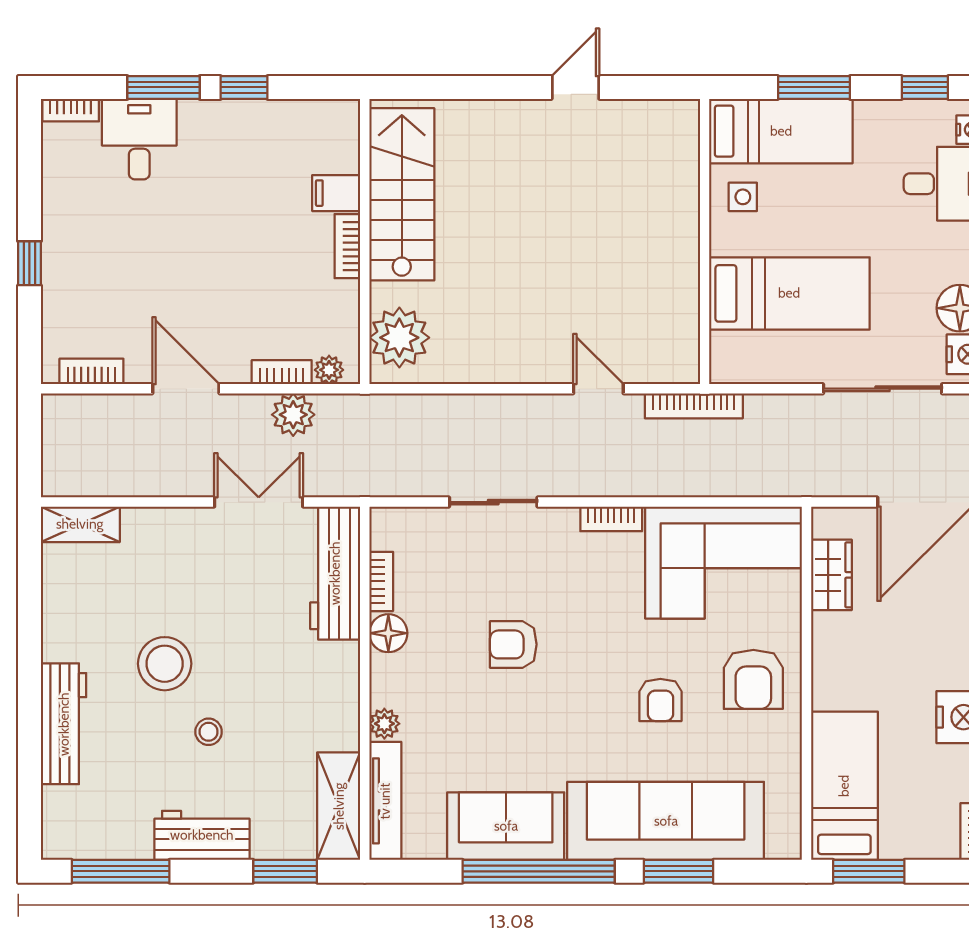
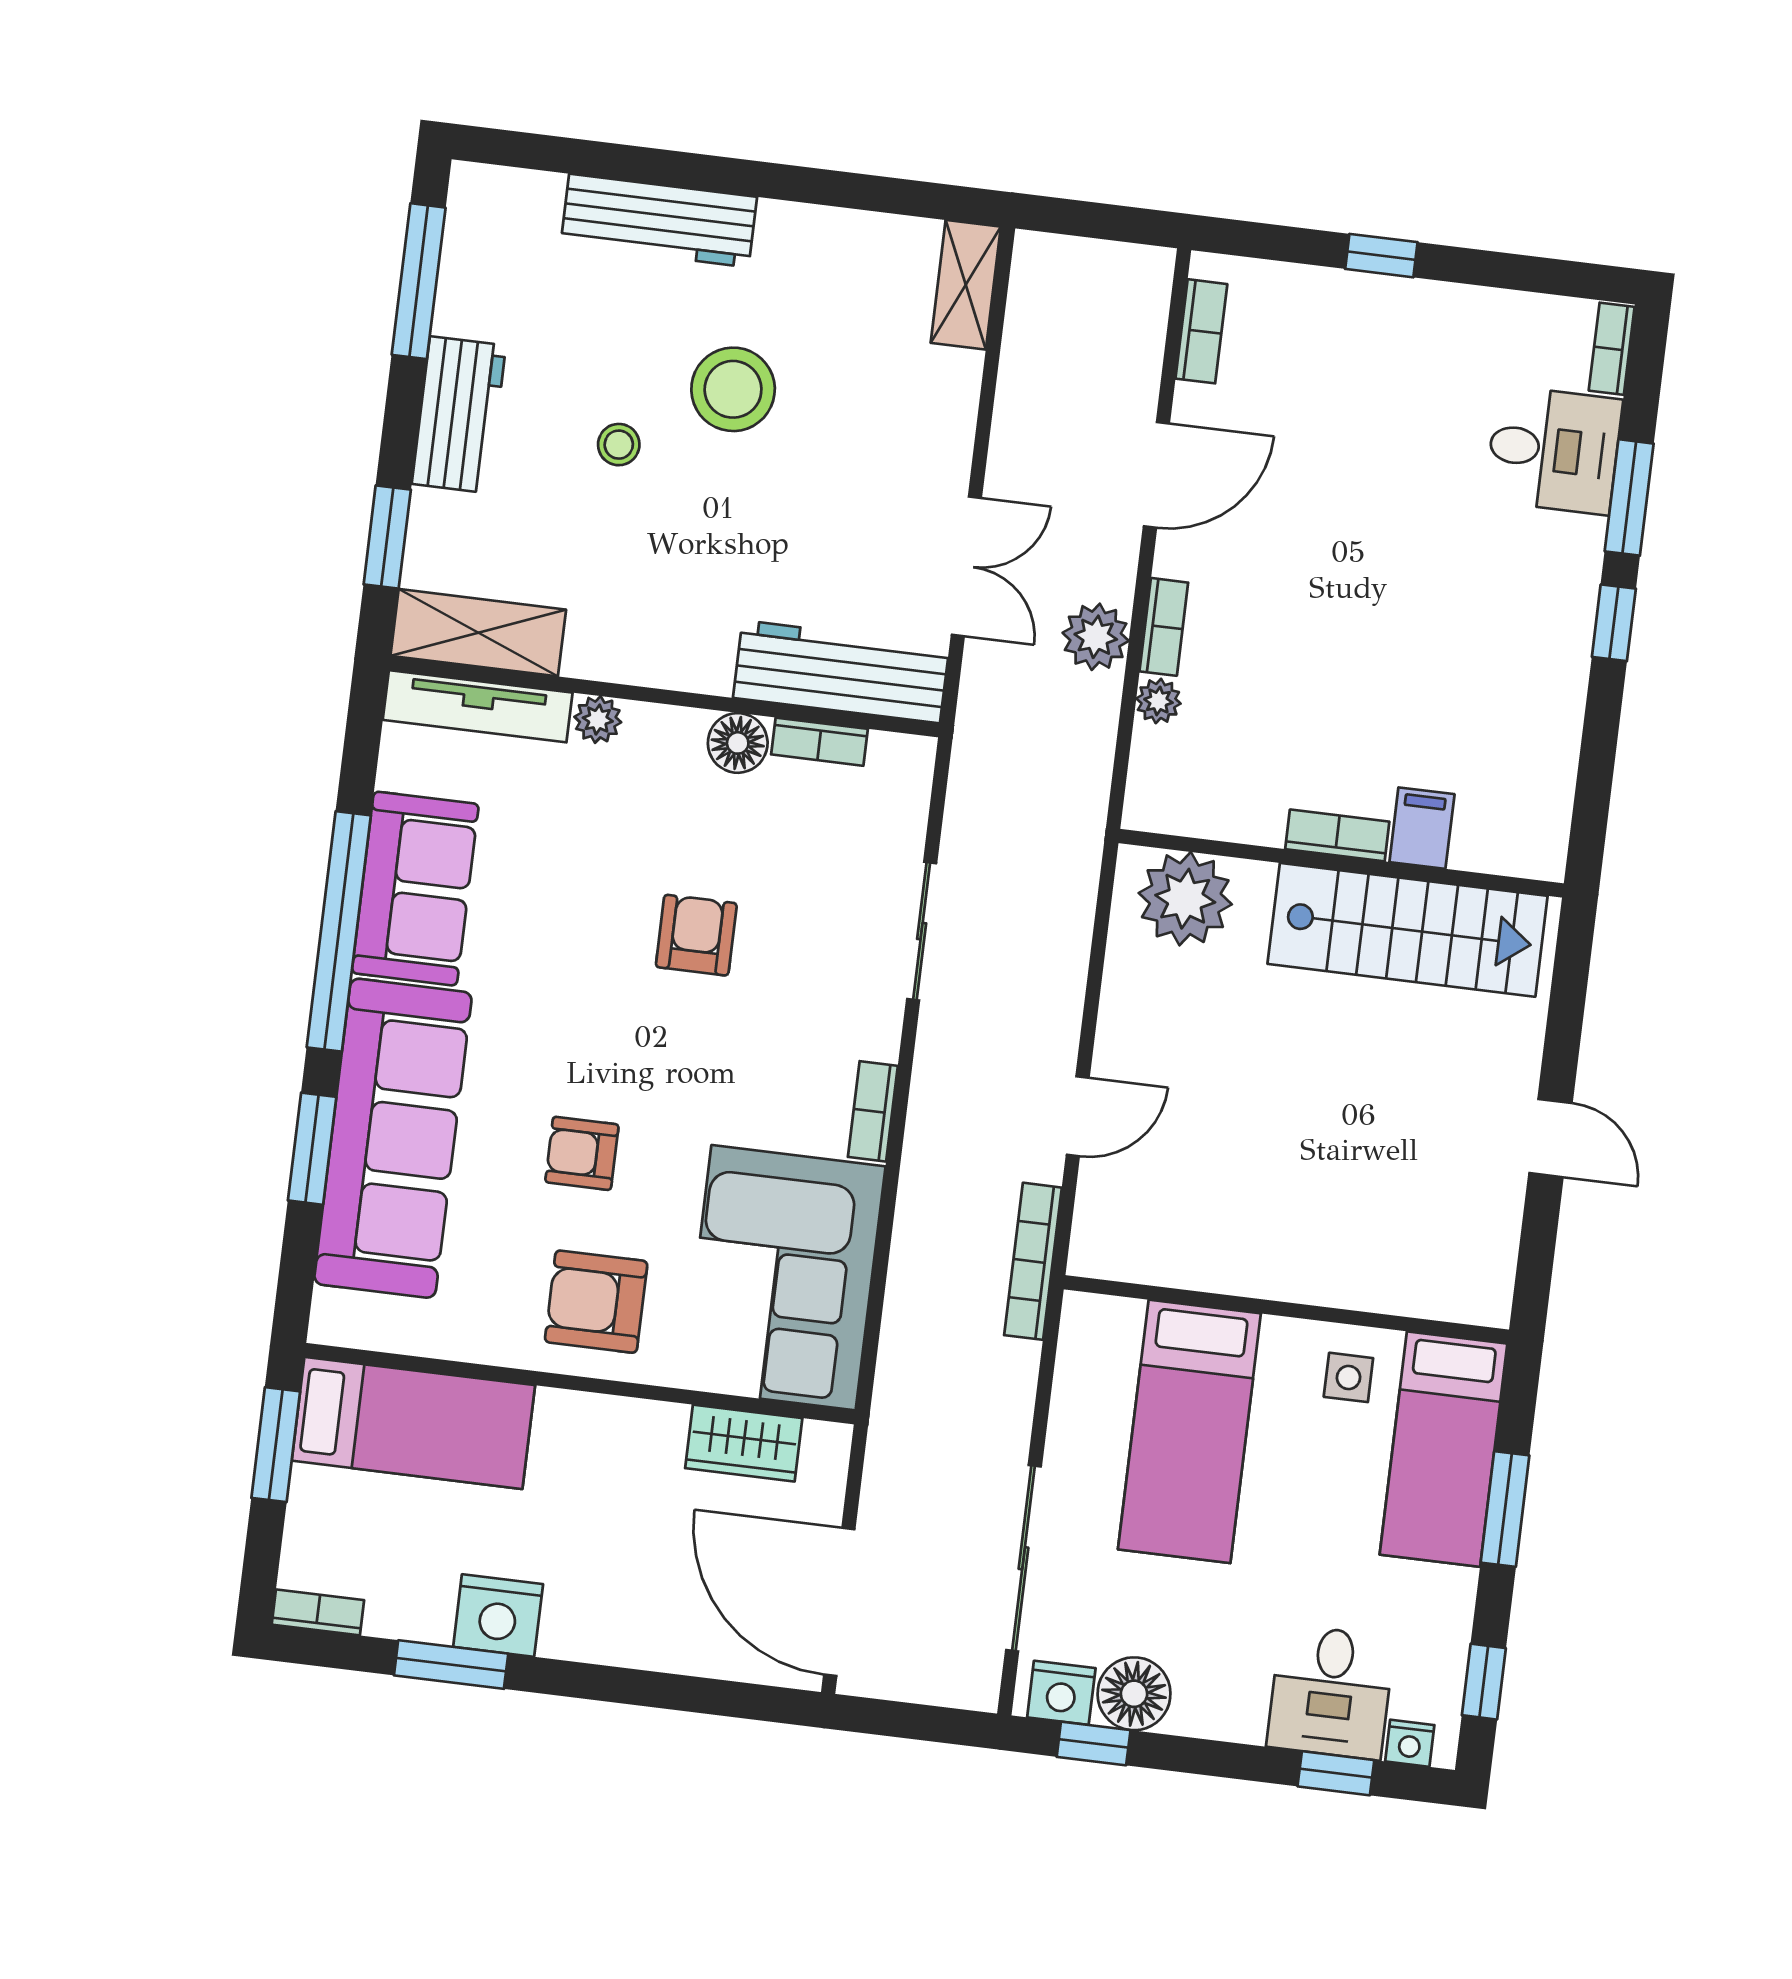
filing cabinet: (336, 193) -> (1422, 828), moved
stairs: (402, 194) -> (1408, 930), moved
wall: (365, 242) -> (1341, 863), moved
bookcase: (347, 246) -> (1337, 835), moved
plant: (399, 338) -> (1185, 899), moved

